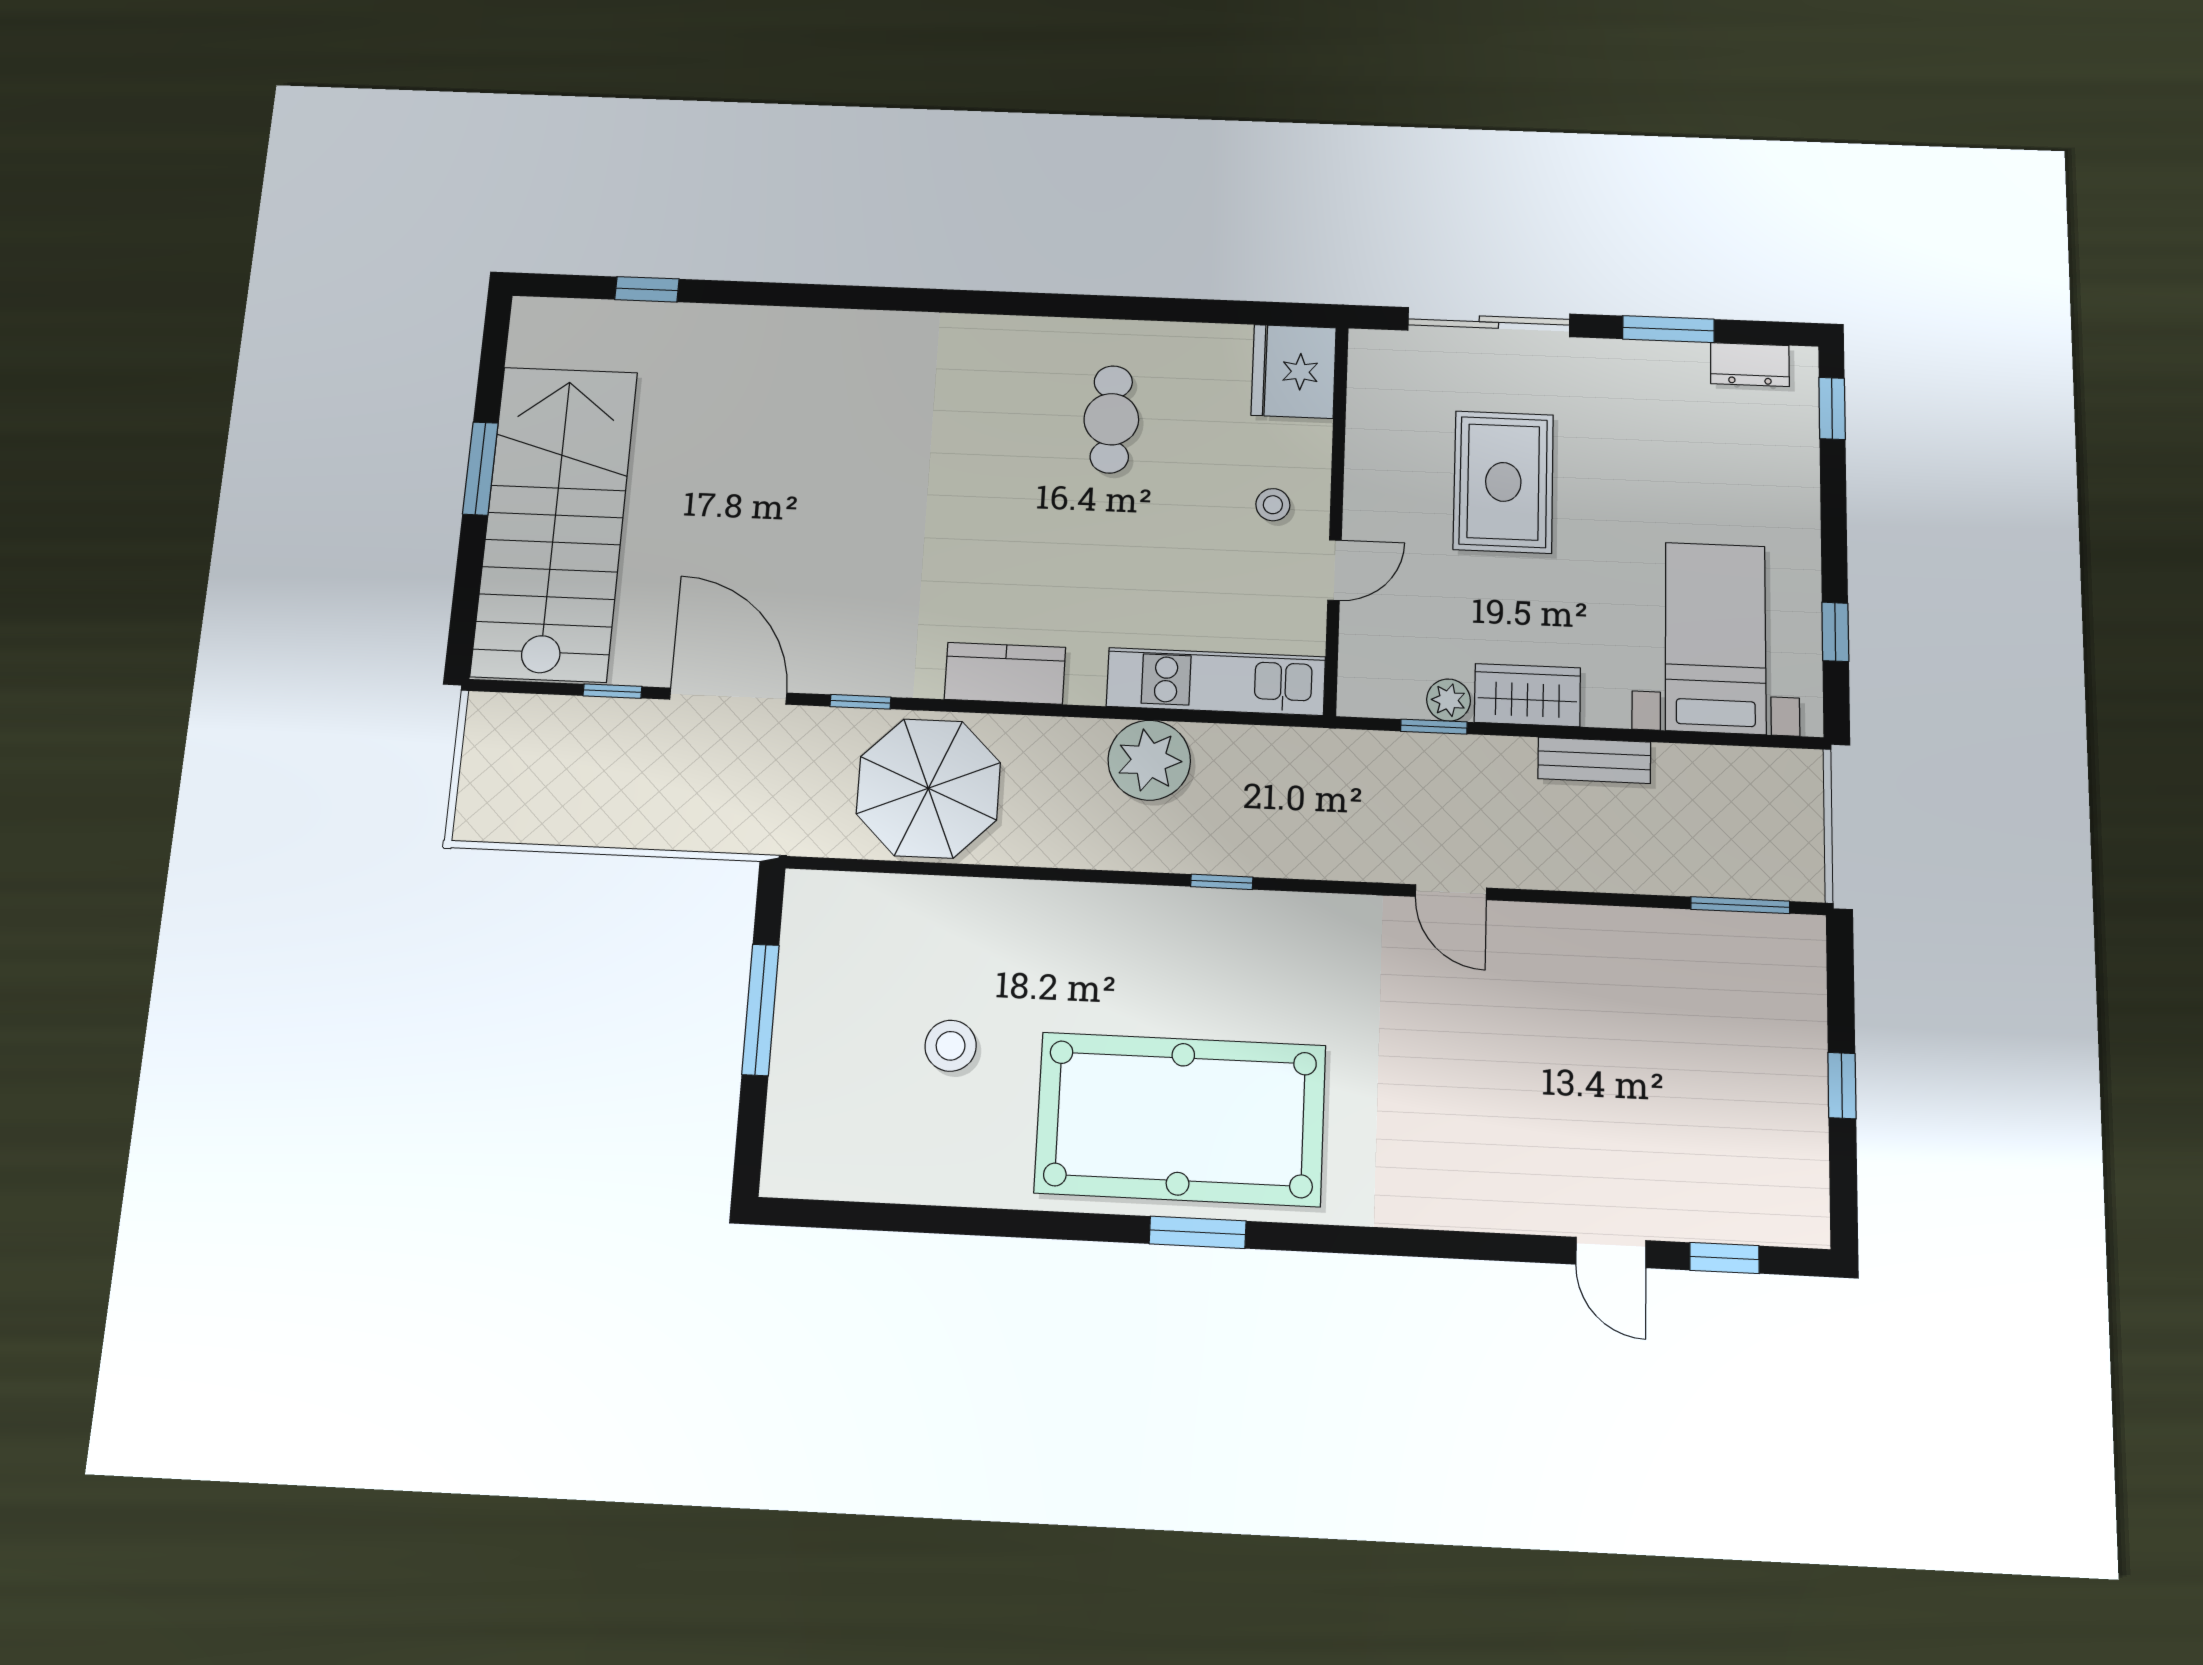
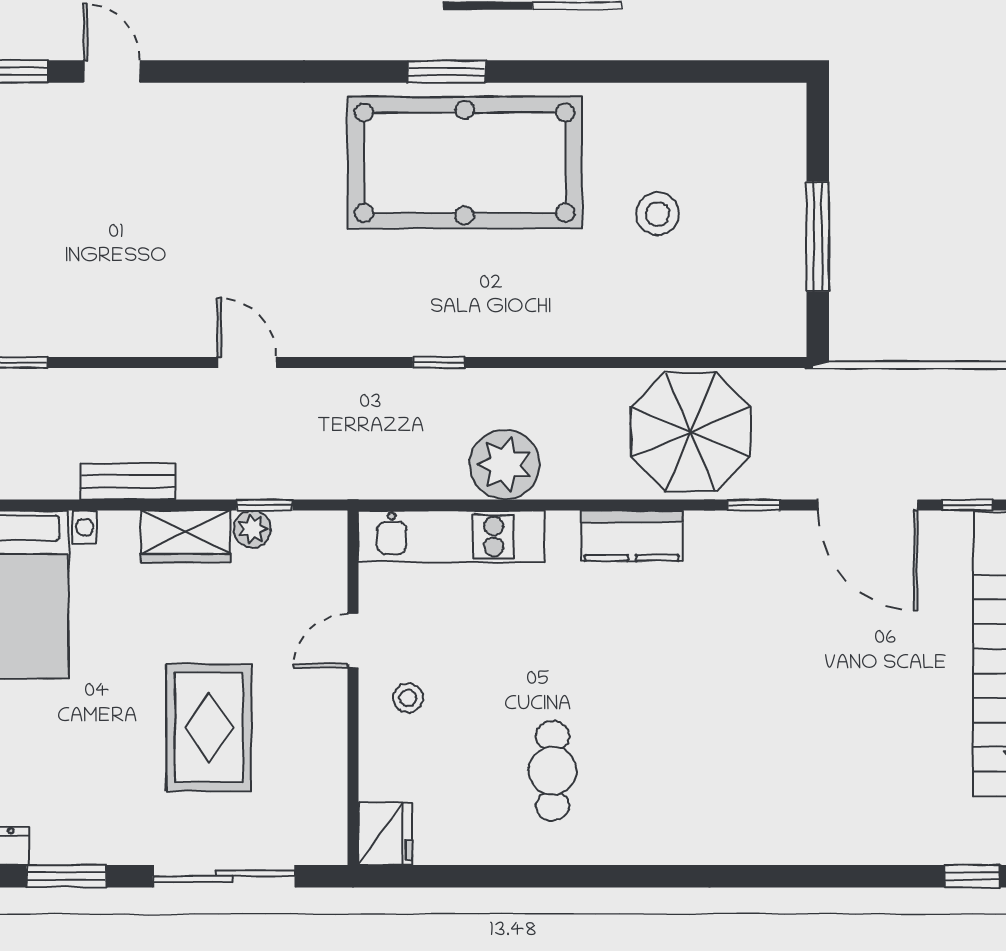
fridge: (1294, 371) -> (385, 834), width x0.73, depth x0.75

